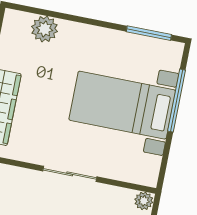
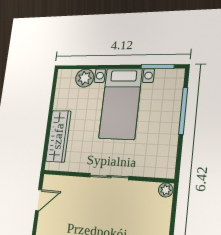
bed with nightstands: (122, 105) -> (121, 104), moved, turned -90

